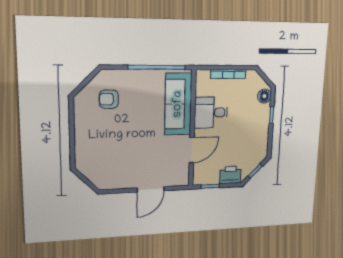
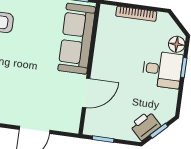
desk: (211, 113) -> (162, 70), moved, turned 180
printer: (230, 175) -> (145, 126), moved, turned -45

